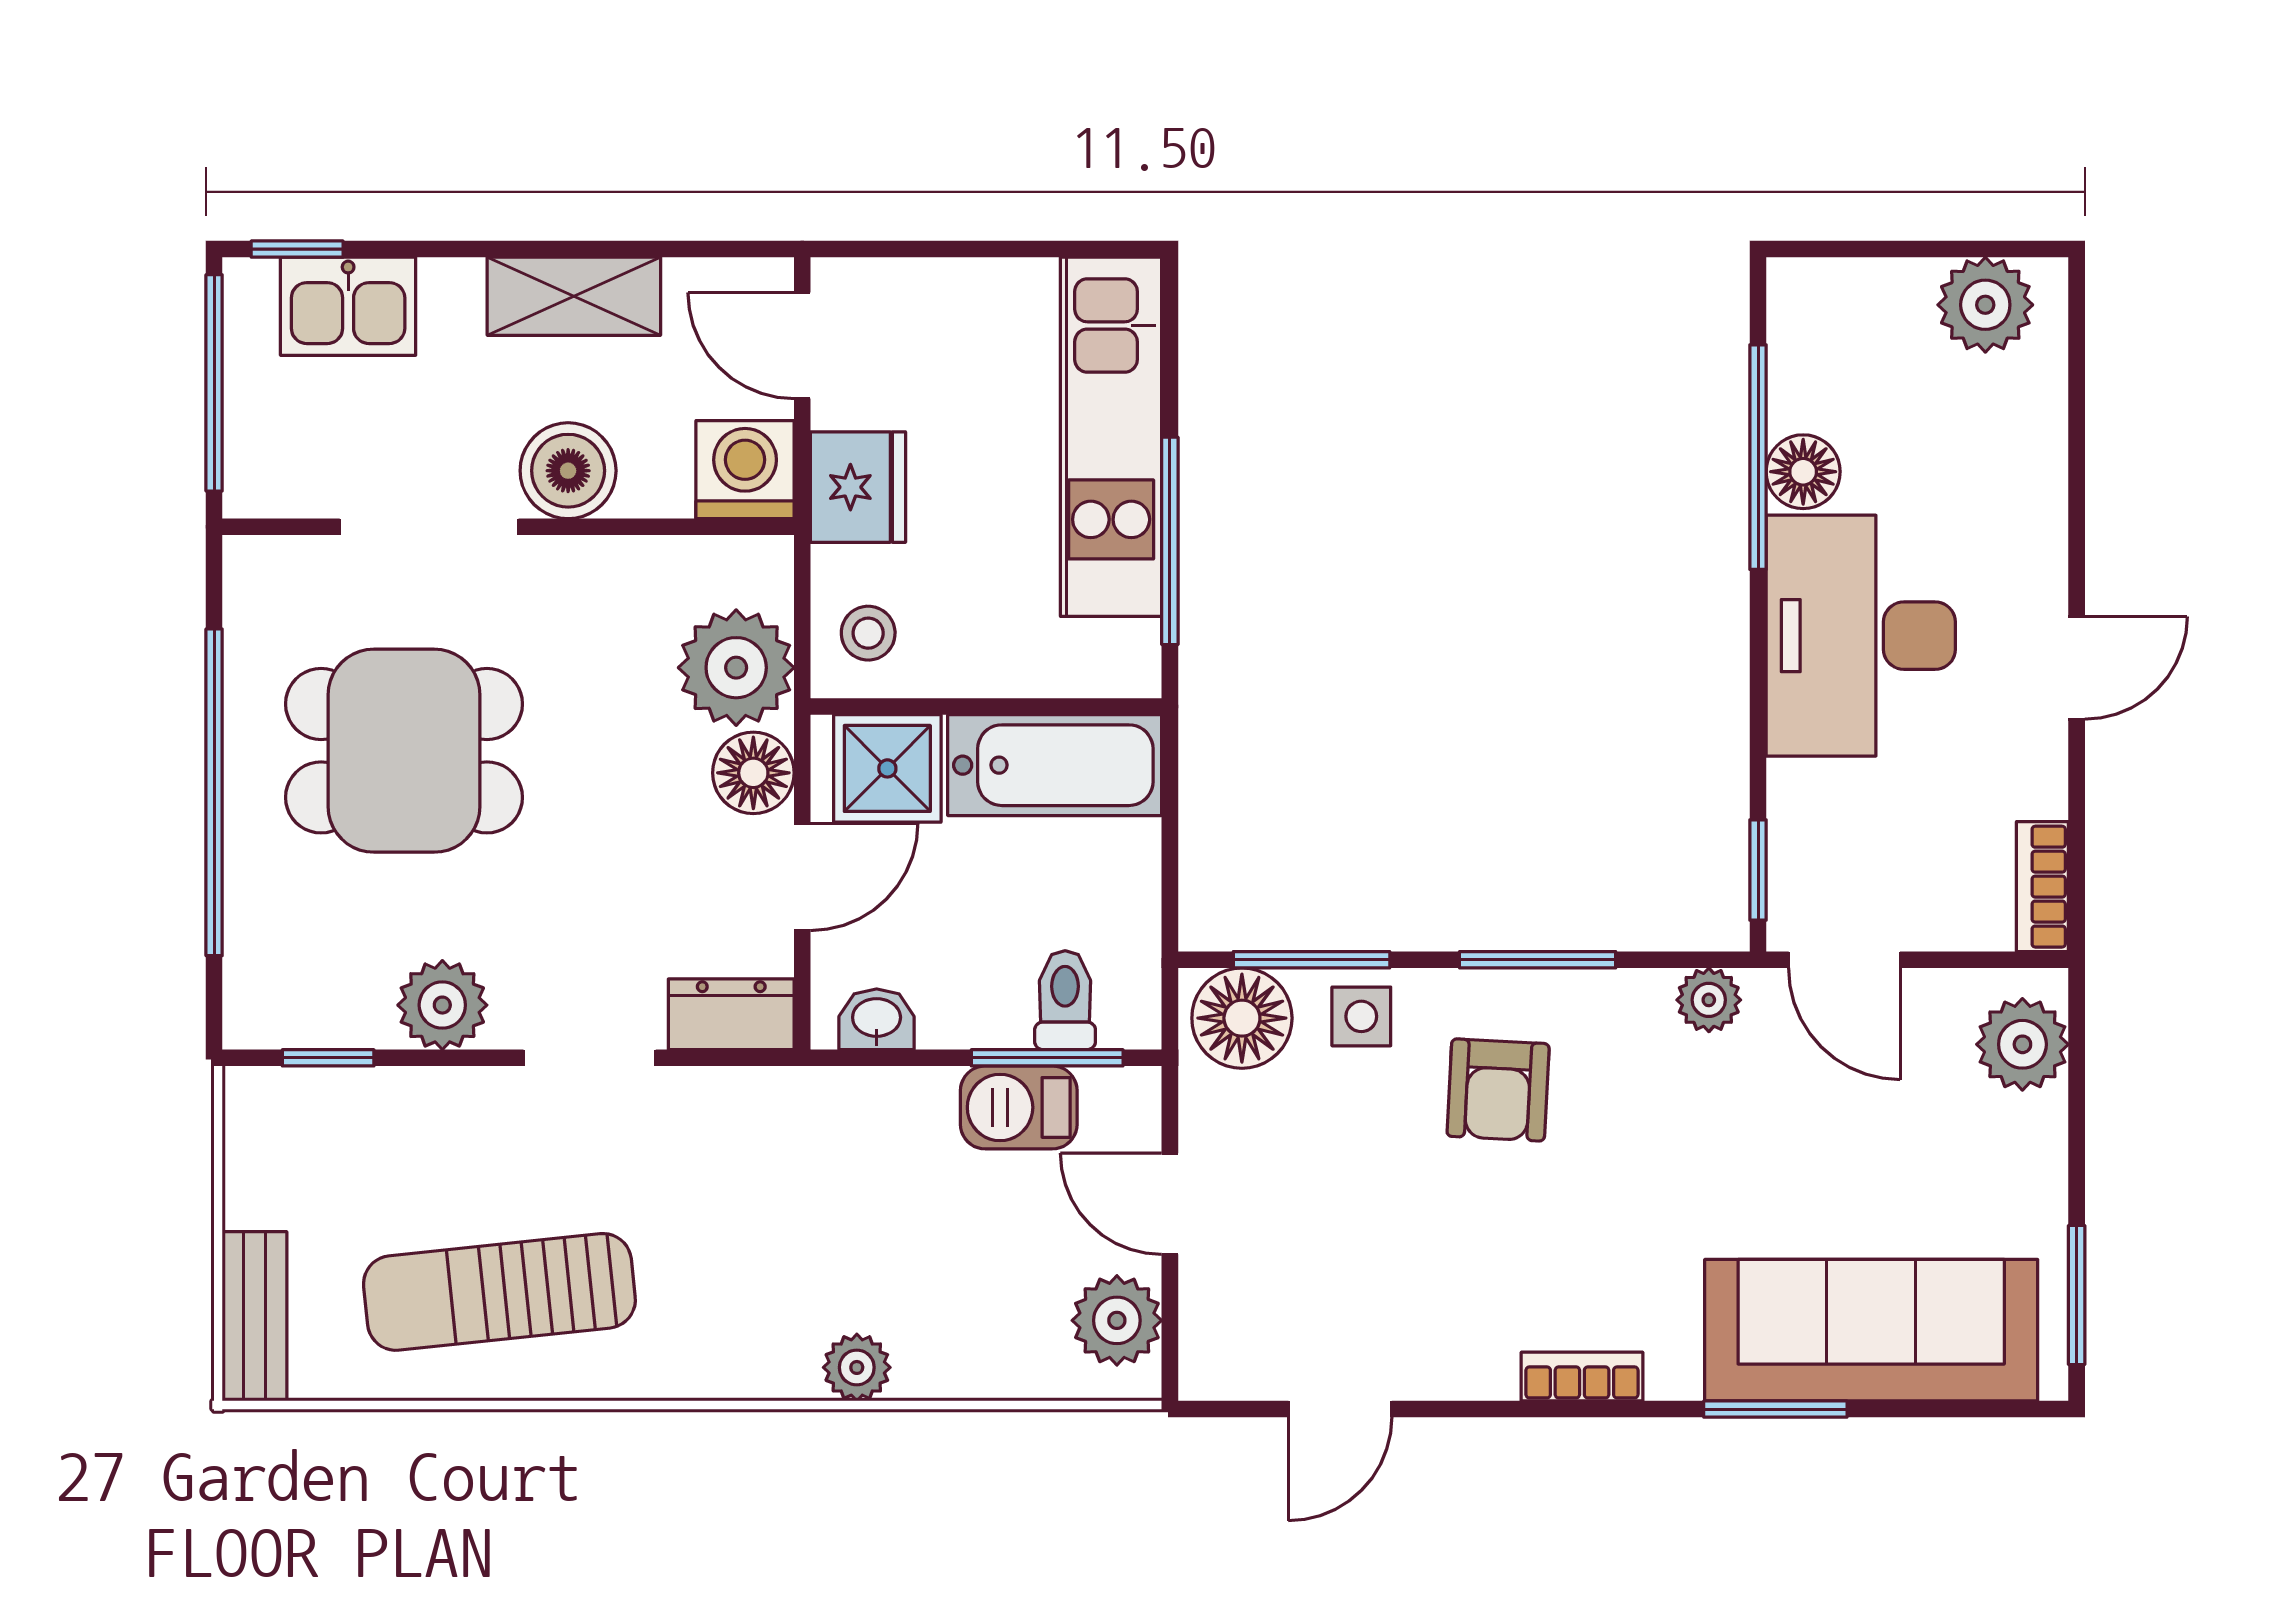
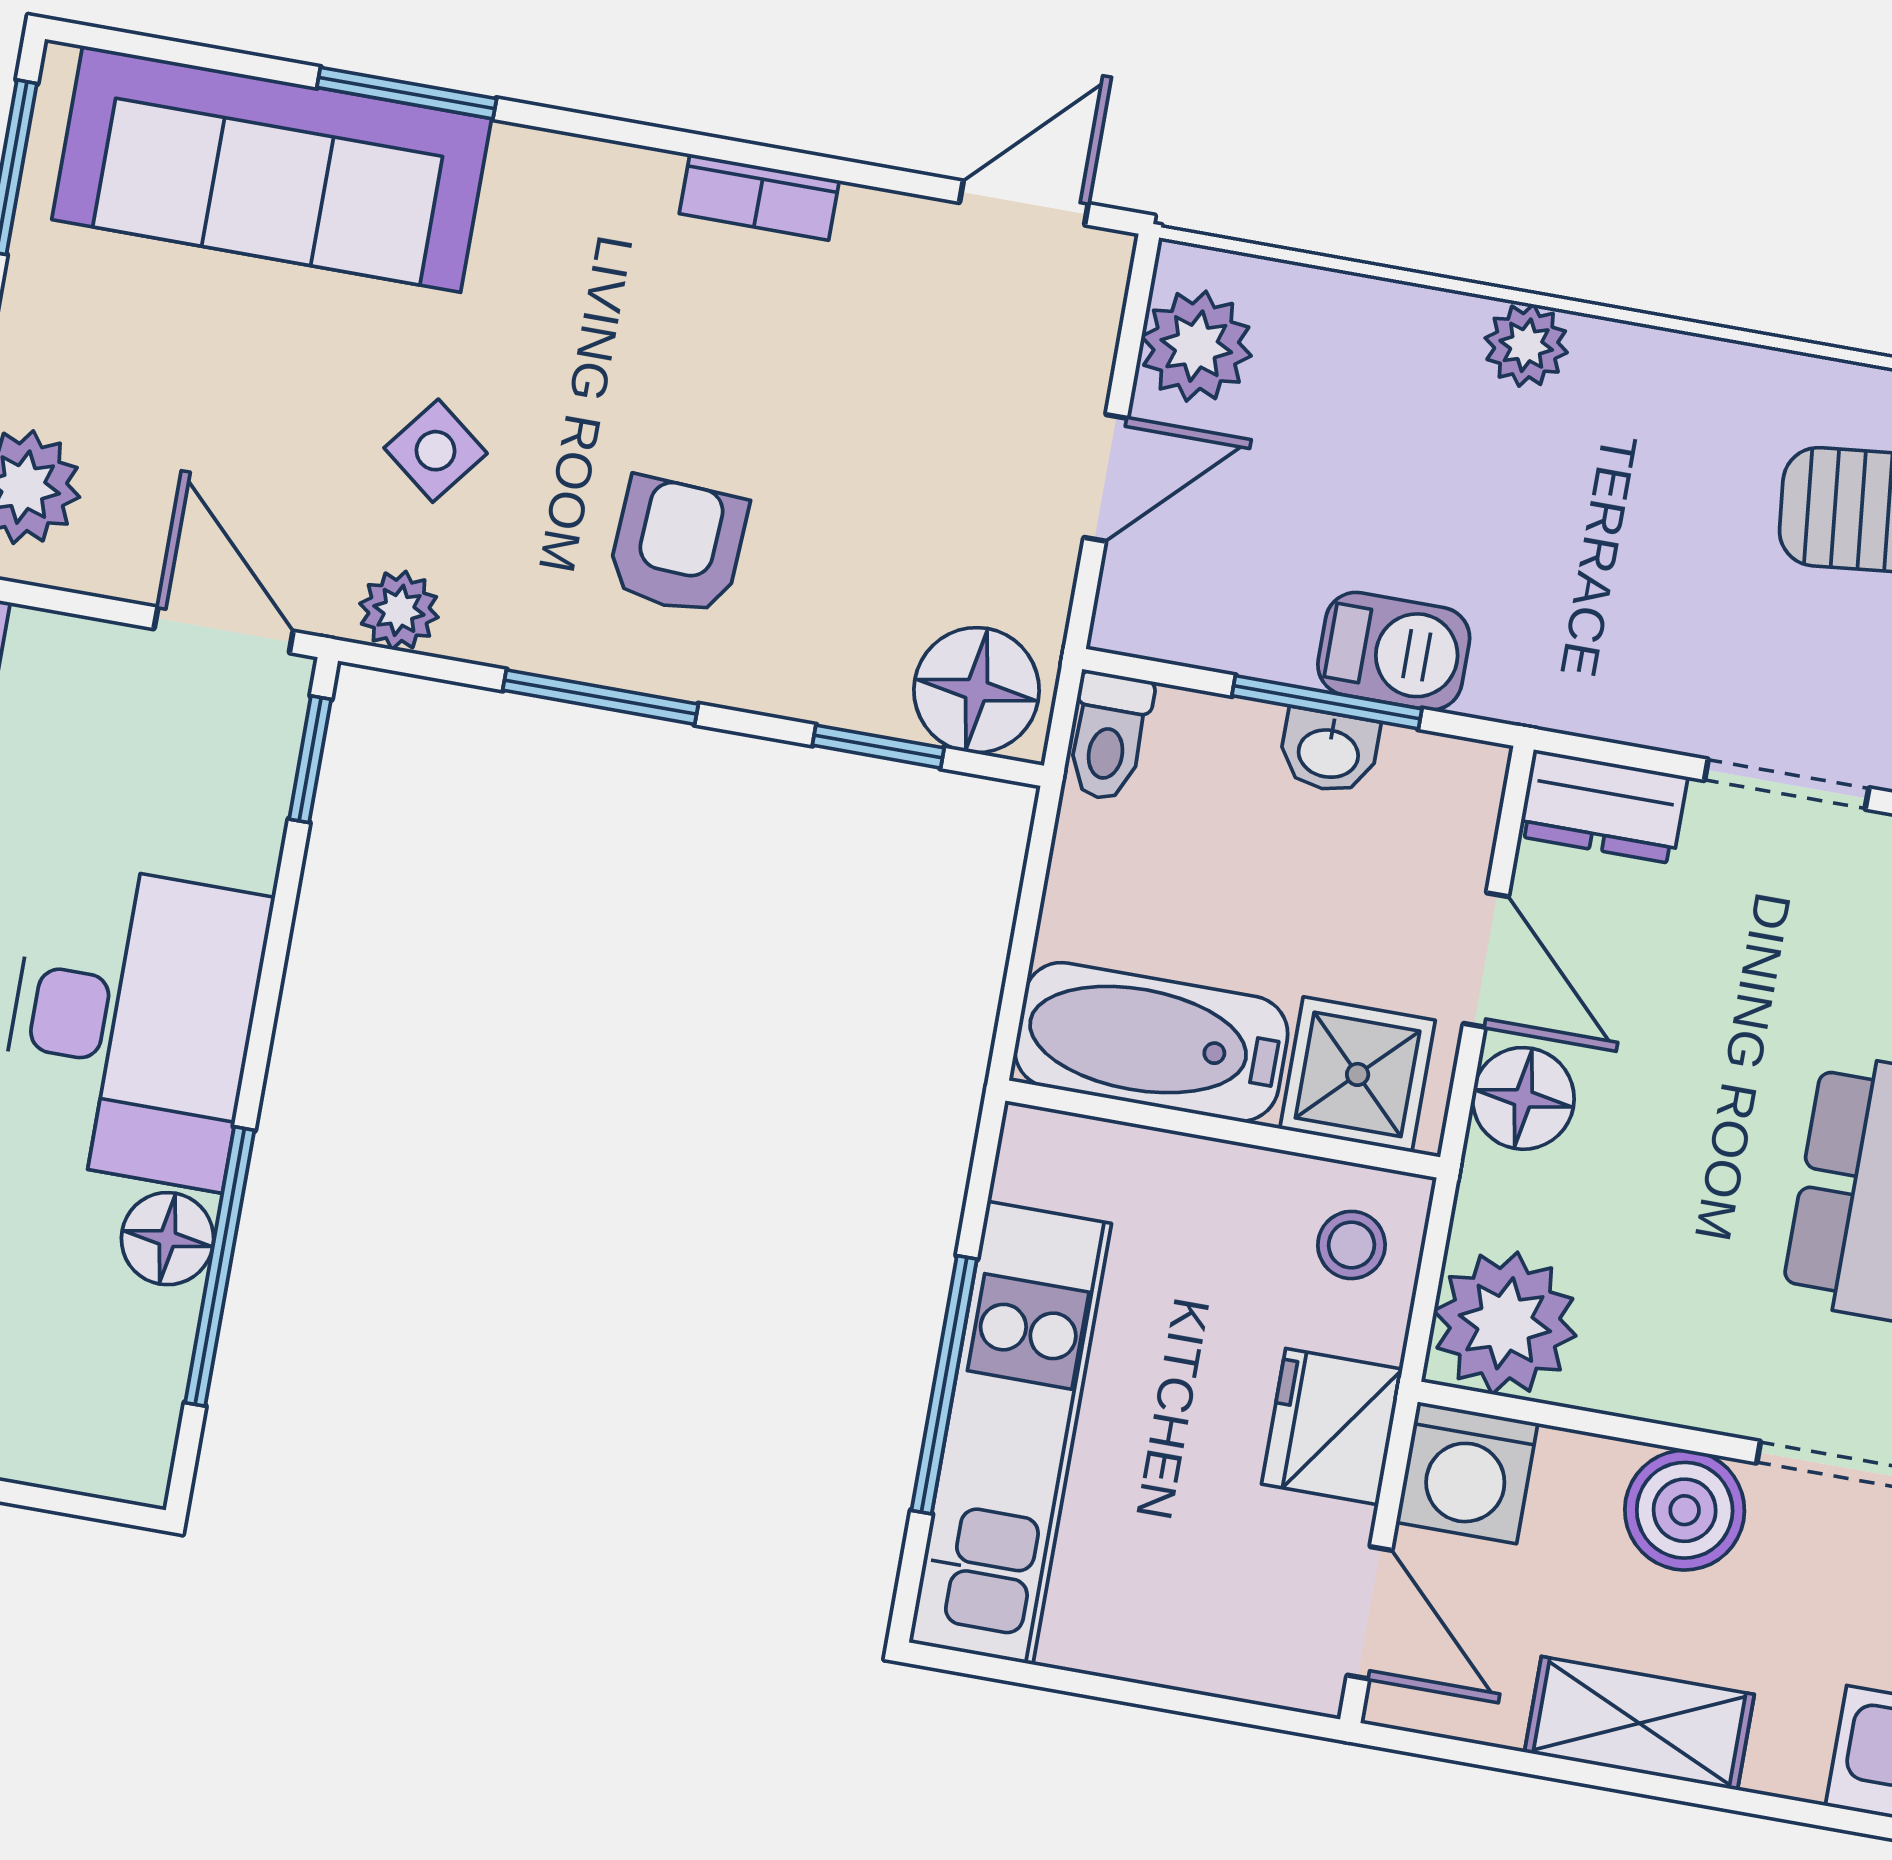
window: (1170, 541) -> (944, 1385), moved
plant: (736, 668) -> (1505, 1323), moved
door: (802, 877) -> (1486, 960), swing flipped
window: (1312, 960) -> (878, 747), width x0.67
toilet: (1065, 1000) -> (1109, 736), moved
side table: (1361, 1016) -> (436, 451), moved, turned 38
washbasin: (877, 1019) -> (1329, 751), moved
window: (1047, 1058) -> (1327, 702), moved
barbecue: (1019, 1107) -> (1394, 651), moved
door: (1170, 1204) -> (1106, 478), hinge flipped
bookcase: (1582, 1377) -> (759, 197), moved
door: (1340, 1409) -> (1024, 203), moved

